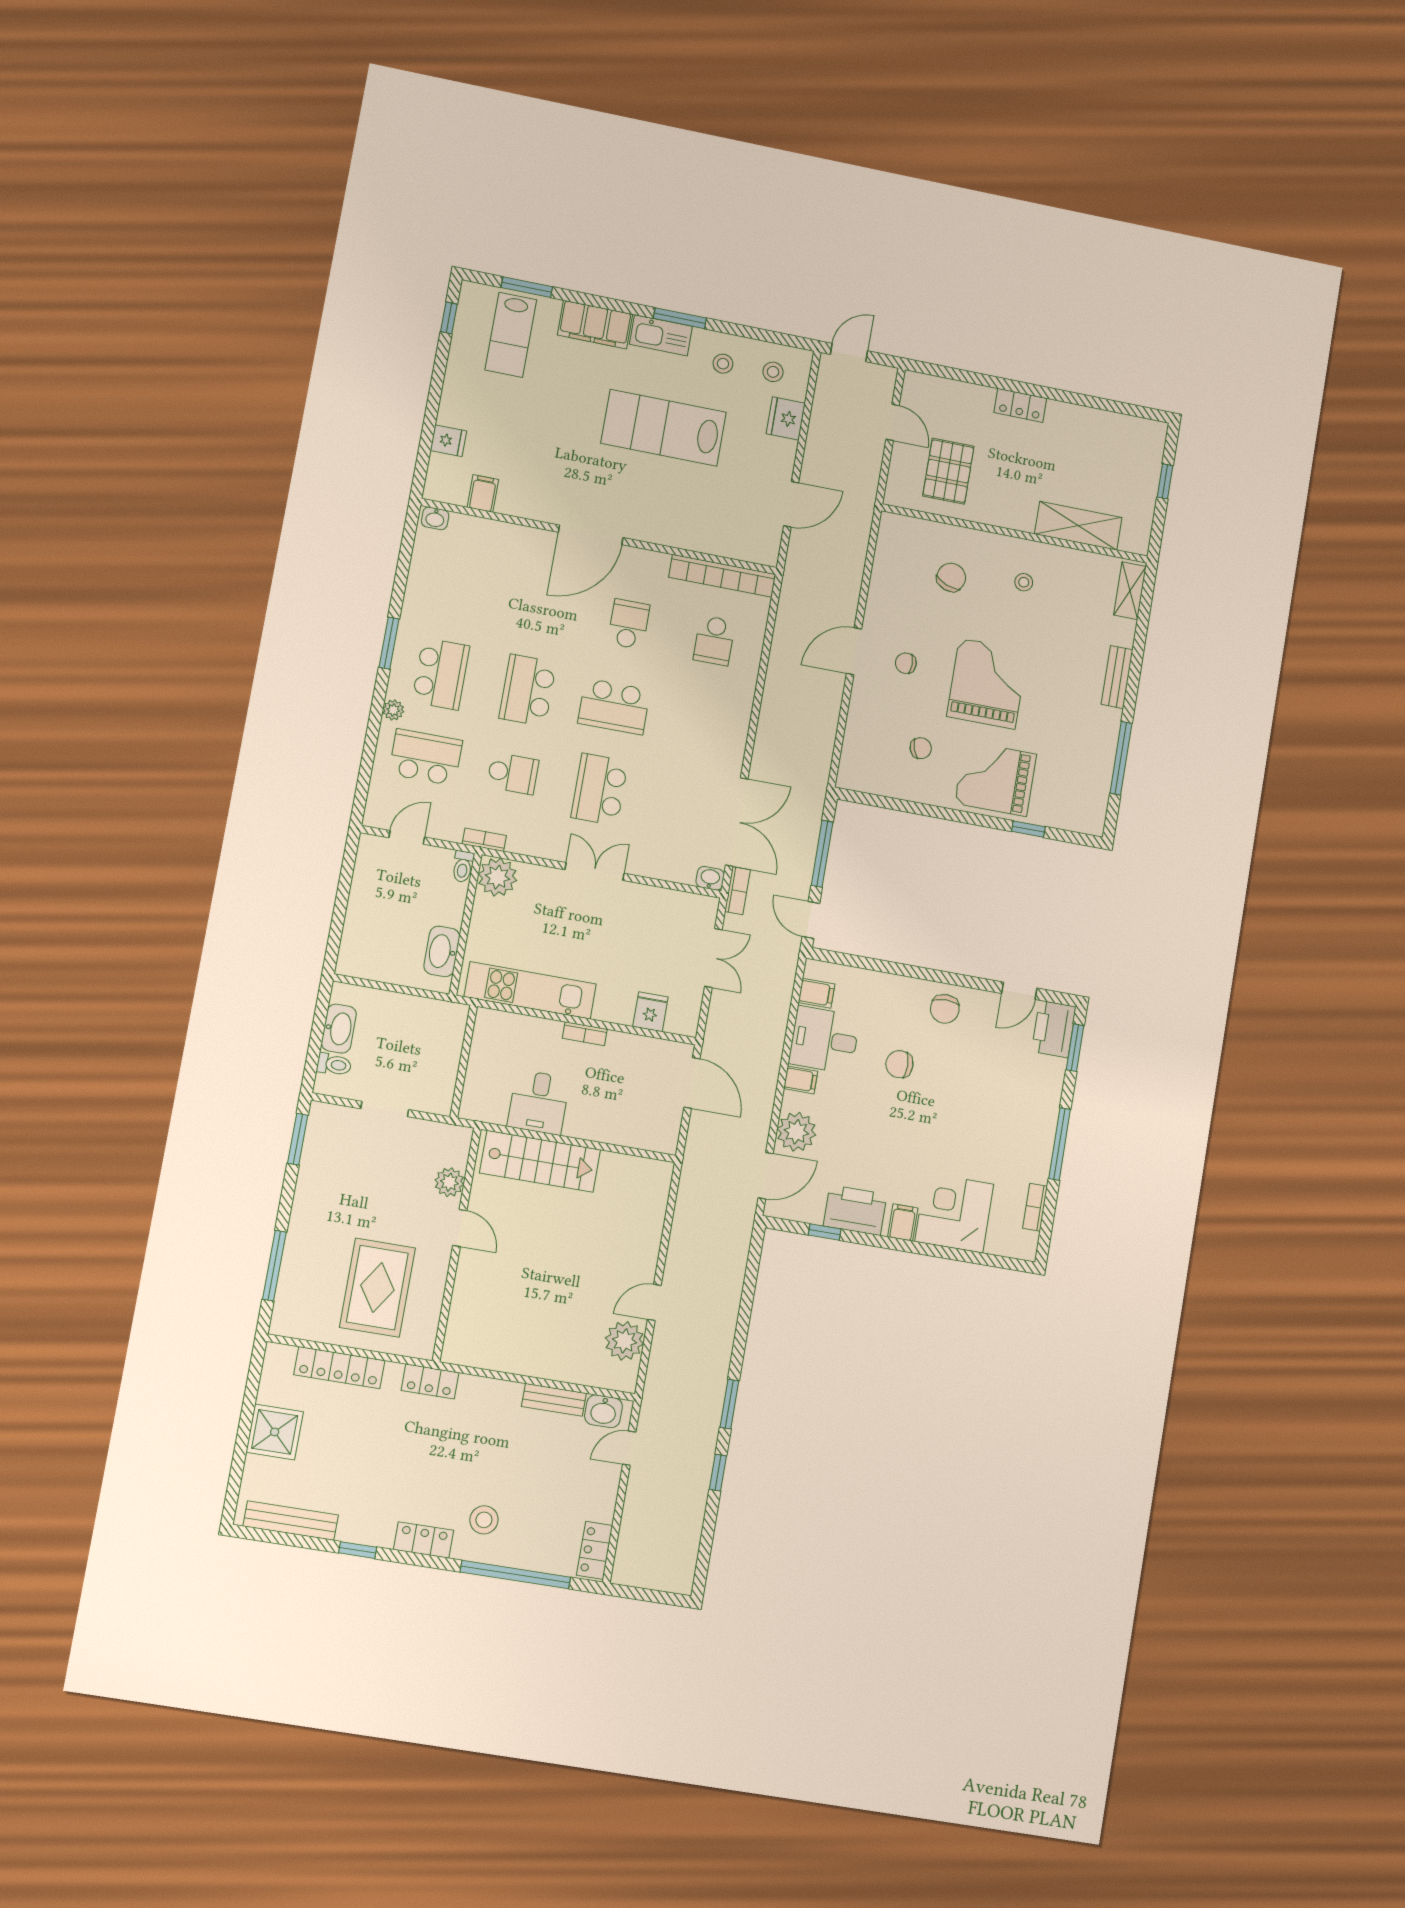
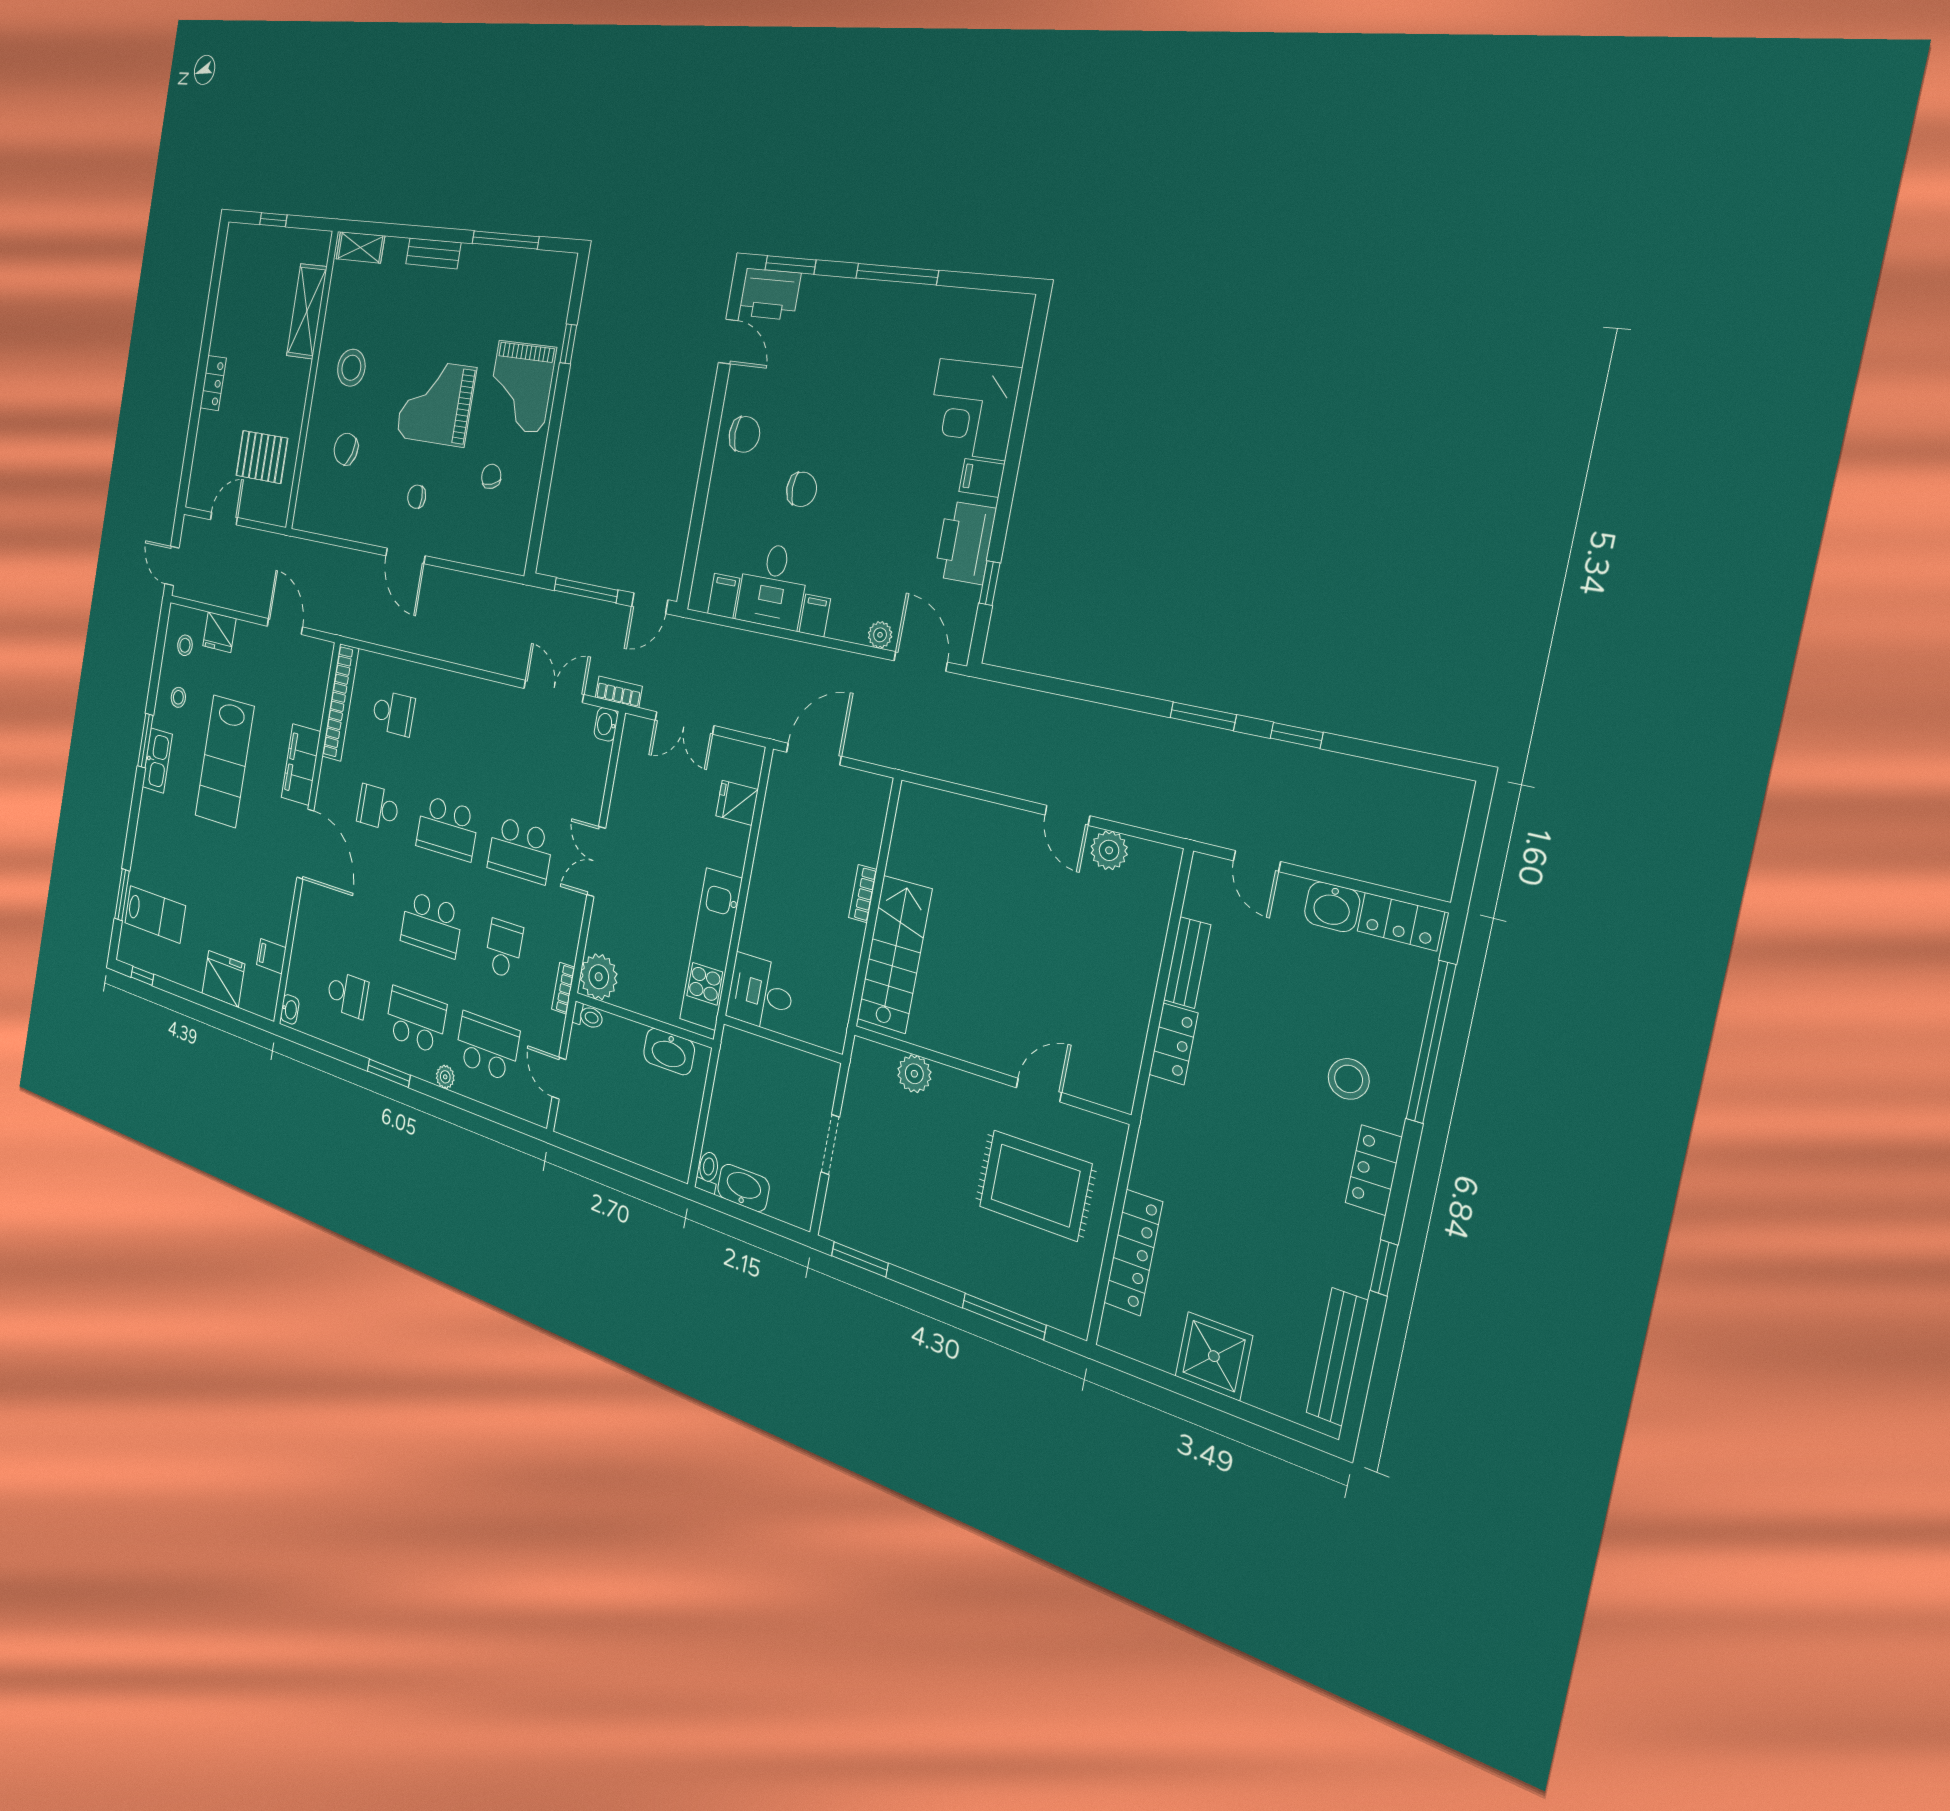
filing cabinet: (595, 325) -> (301, 765), moved, turned 180
fridge: (448, 441) -> (223, 979), width x1.88, depth x1.34
stool: (1024, 582) -> (351, 368), width x1.89, depth x1.89
school desk: (456, 591) -> (348, 994), added
chair: (906, 663) -> (417, 497), turned 90
school desk: (614, 707) -> (447, 828), turned 90
school desk: (426, 757) -> (487, 1046), turned 90
double door: (737, 822) -> (554, 691), width x0.73
double door: (713, 958) -> (684, 723), swing flipped
bookcase: (585, 1034) -> (863, 894), moved, turned 180
toilet: (334, 1064) -> (708, 1172), moved
chair: (899, 1064) -> (802, 489), turned -90
desk: (539, 1102) -> (761, 993), moved, turned 180
plant: (796, 1132) -> (880, 635), width x0.53, depth x0.53
bookcase: (1035, 1207) -> (970, 300), removed
door: (460, 1228) -> (1039, 1090), moved
plant: (624, 1341) -> (1109, 850), width x0.73, depth x0.73
locker: (430, 1381) -> (1173, 1044), moved
washbasin: (603, 1411) -> (1332, 907), moved, turned 90

